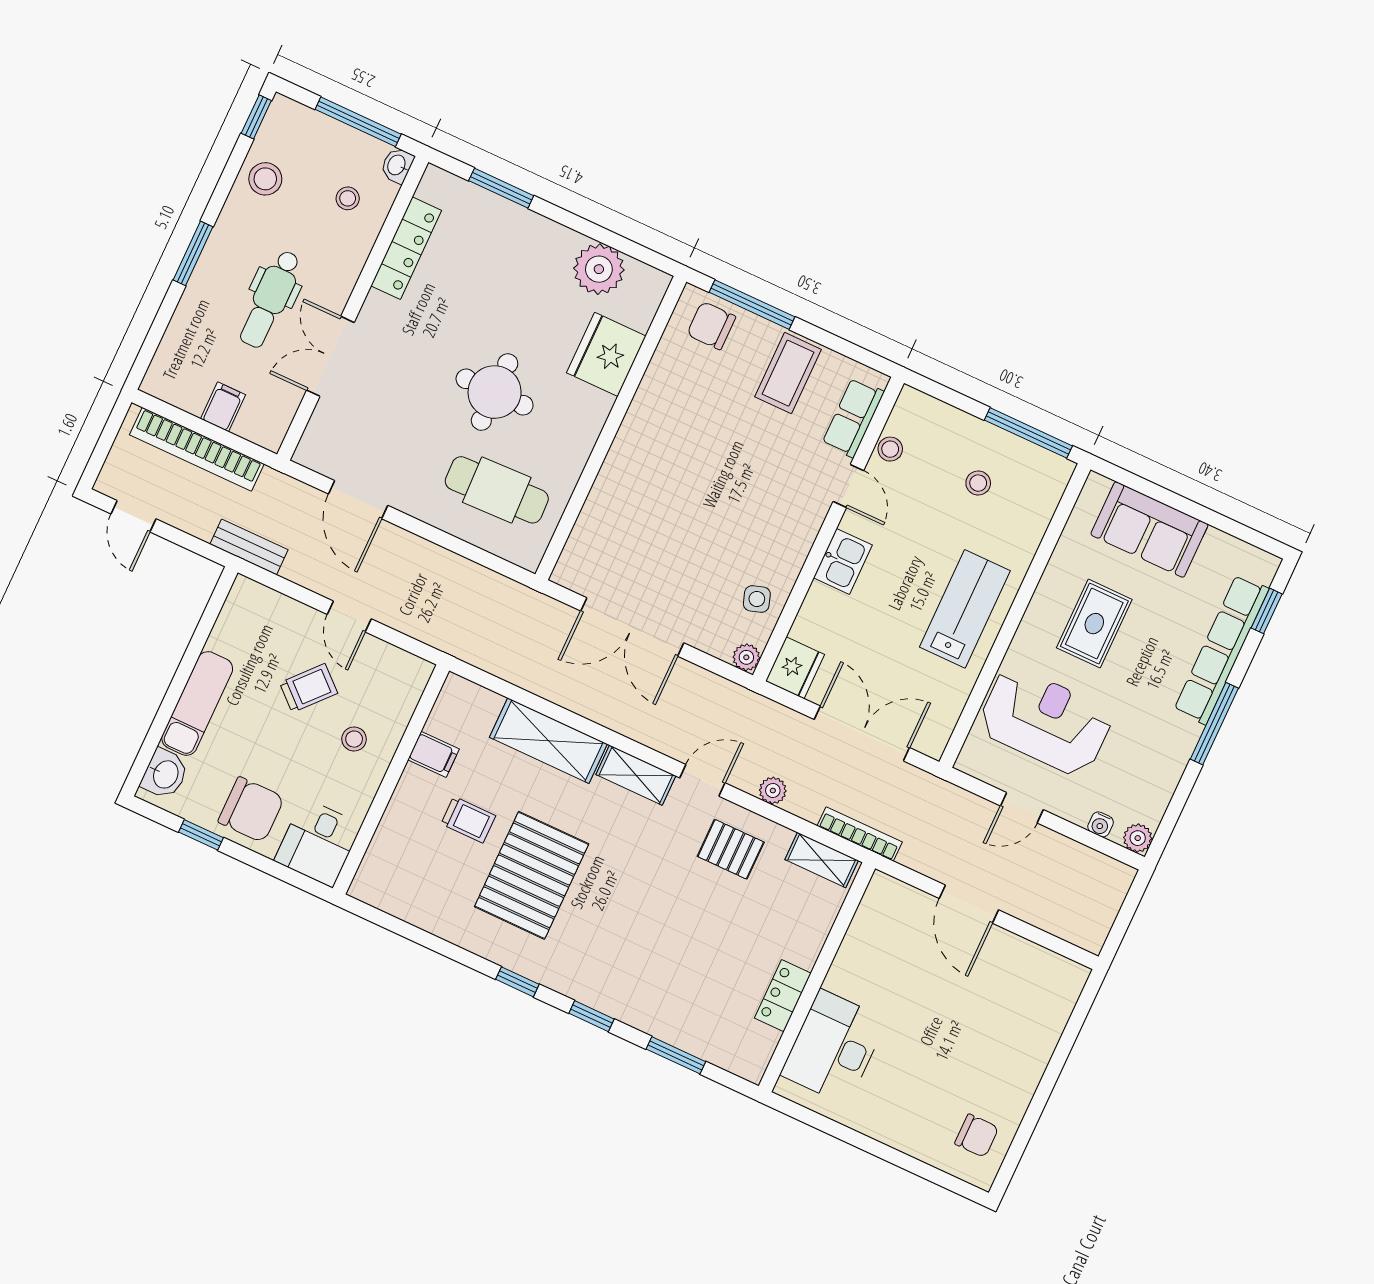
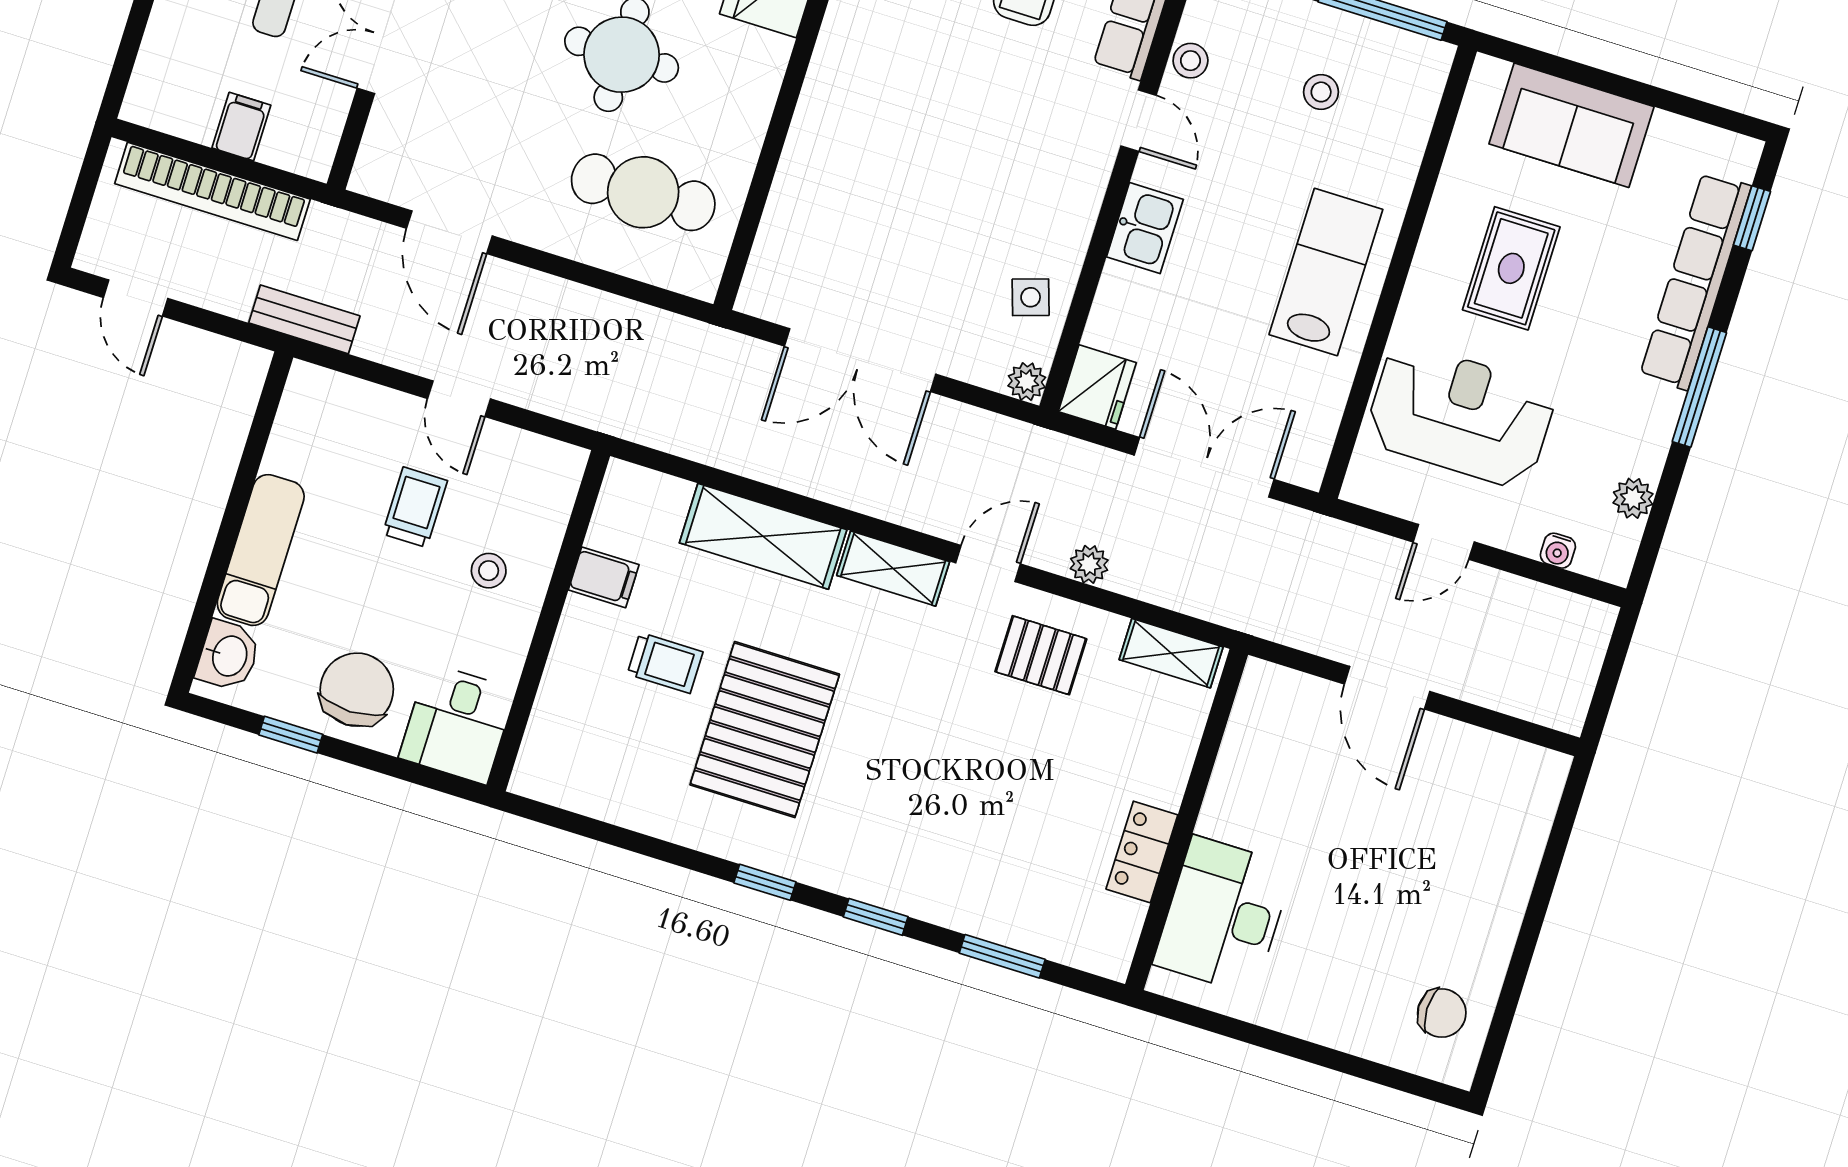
trolley: (309, 688) -> (415, 507), turned -42
chair: (251, 810) -> (357, 690), turned -90
bookcase: (860, 834) -> (1220, 609), removed
plant: (1138, 838) -> (1633, 498), moved

